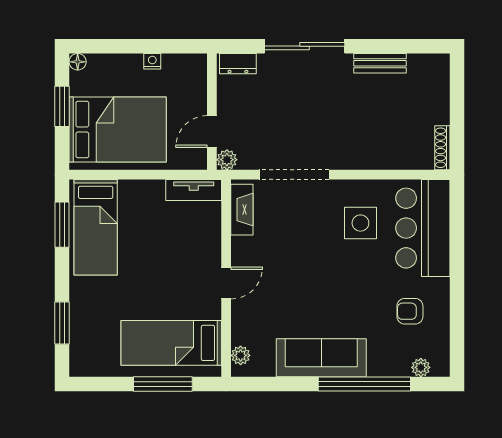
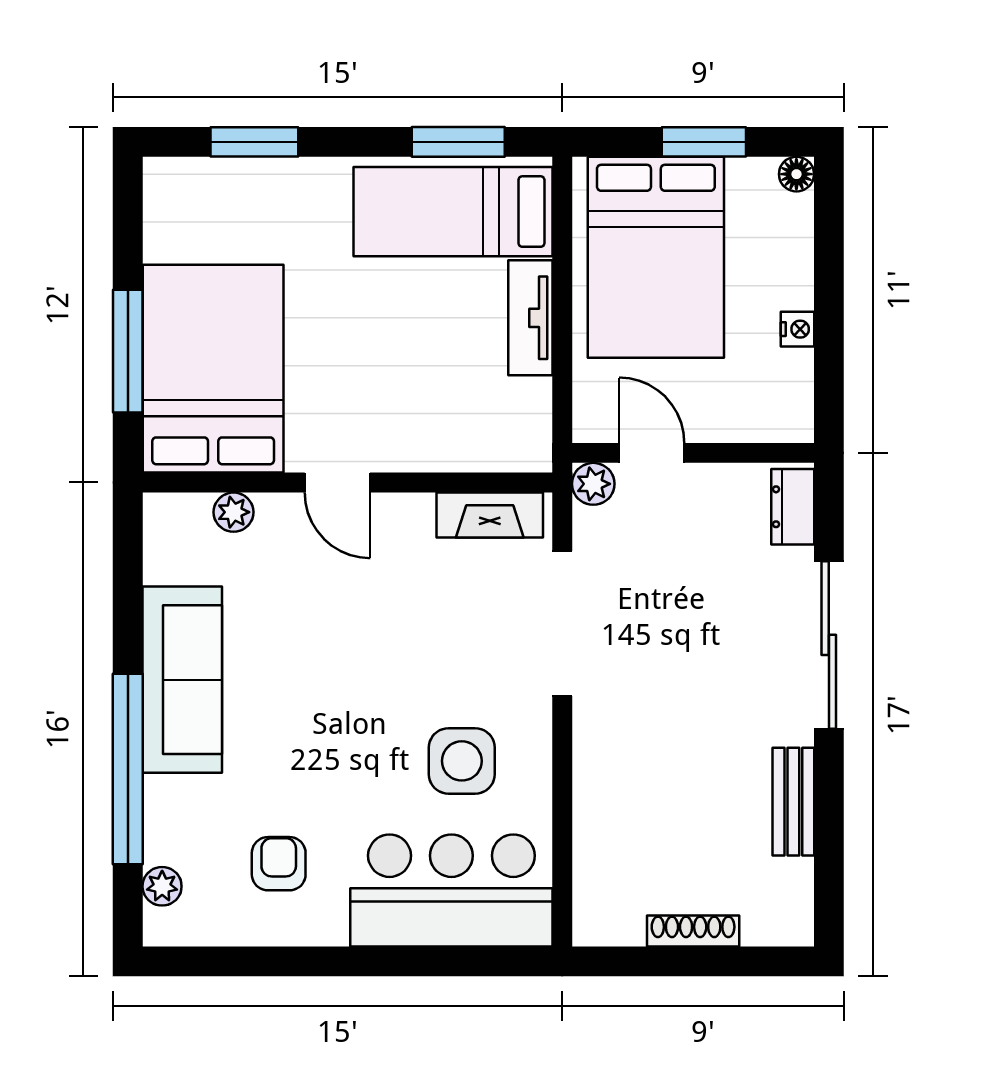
shoe rack: (442, 148) -> (693, 931), moved
tv unit: (194, 190) -> (530, 318), moved
bed: (171, 343) -> (213, 369), width x1.50
plant: (241, 355) -> (233, 512), moved

